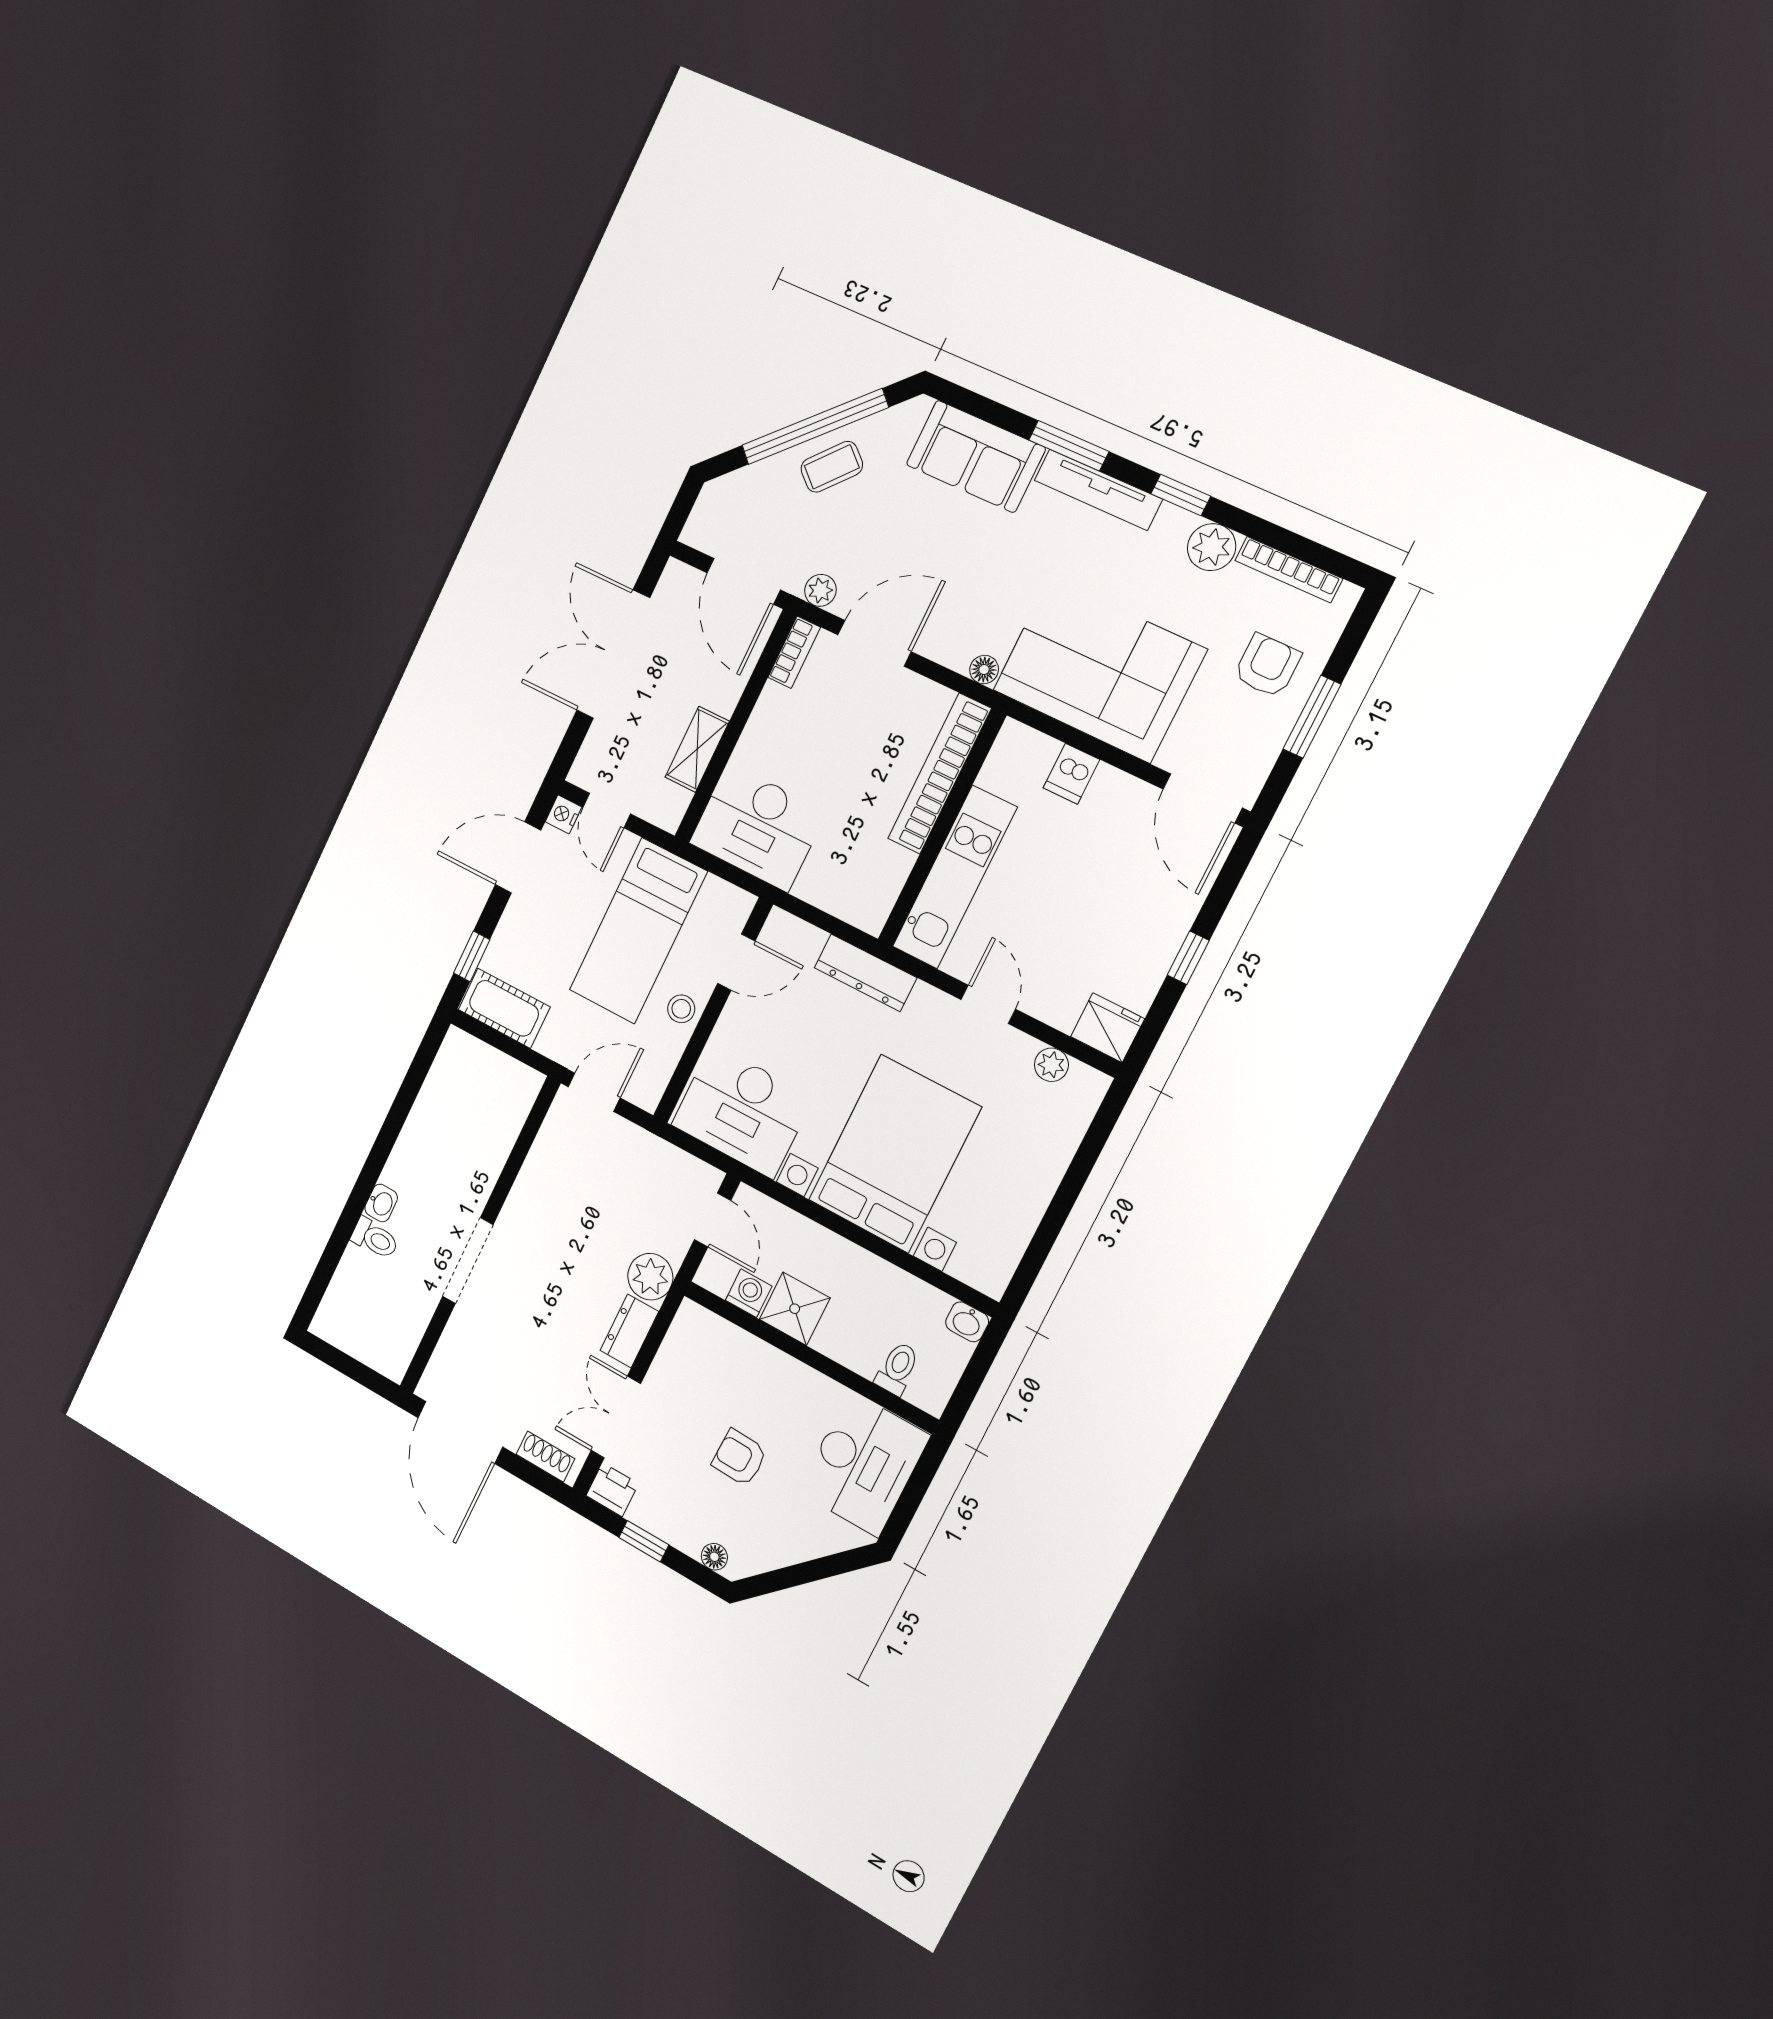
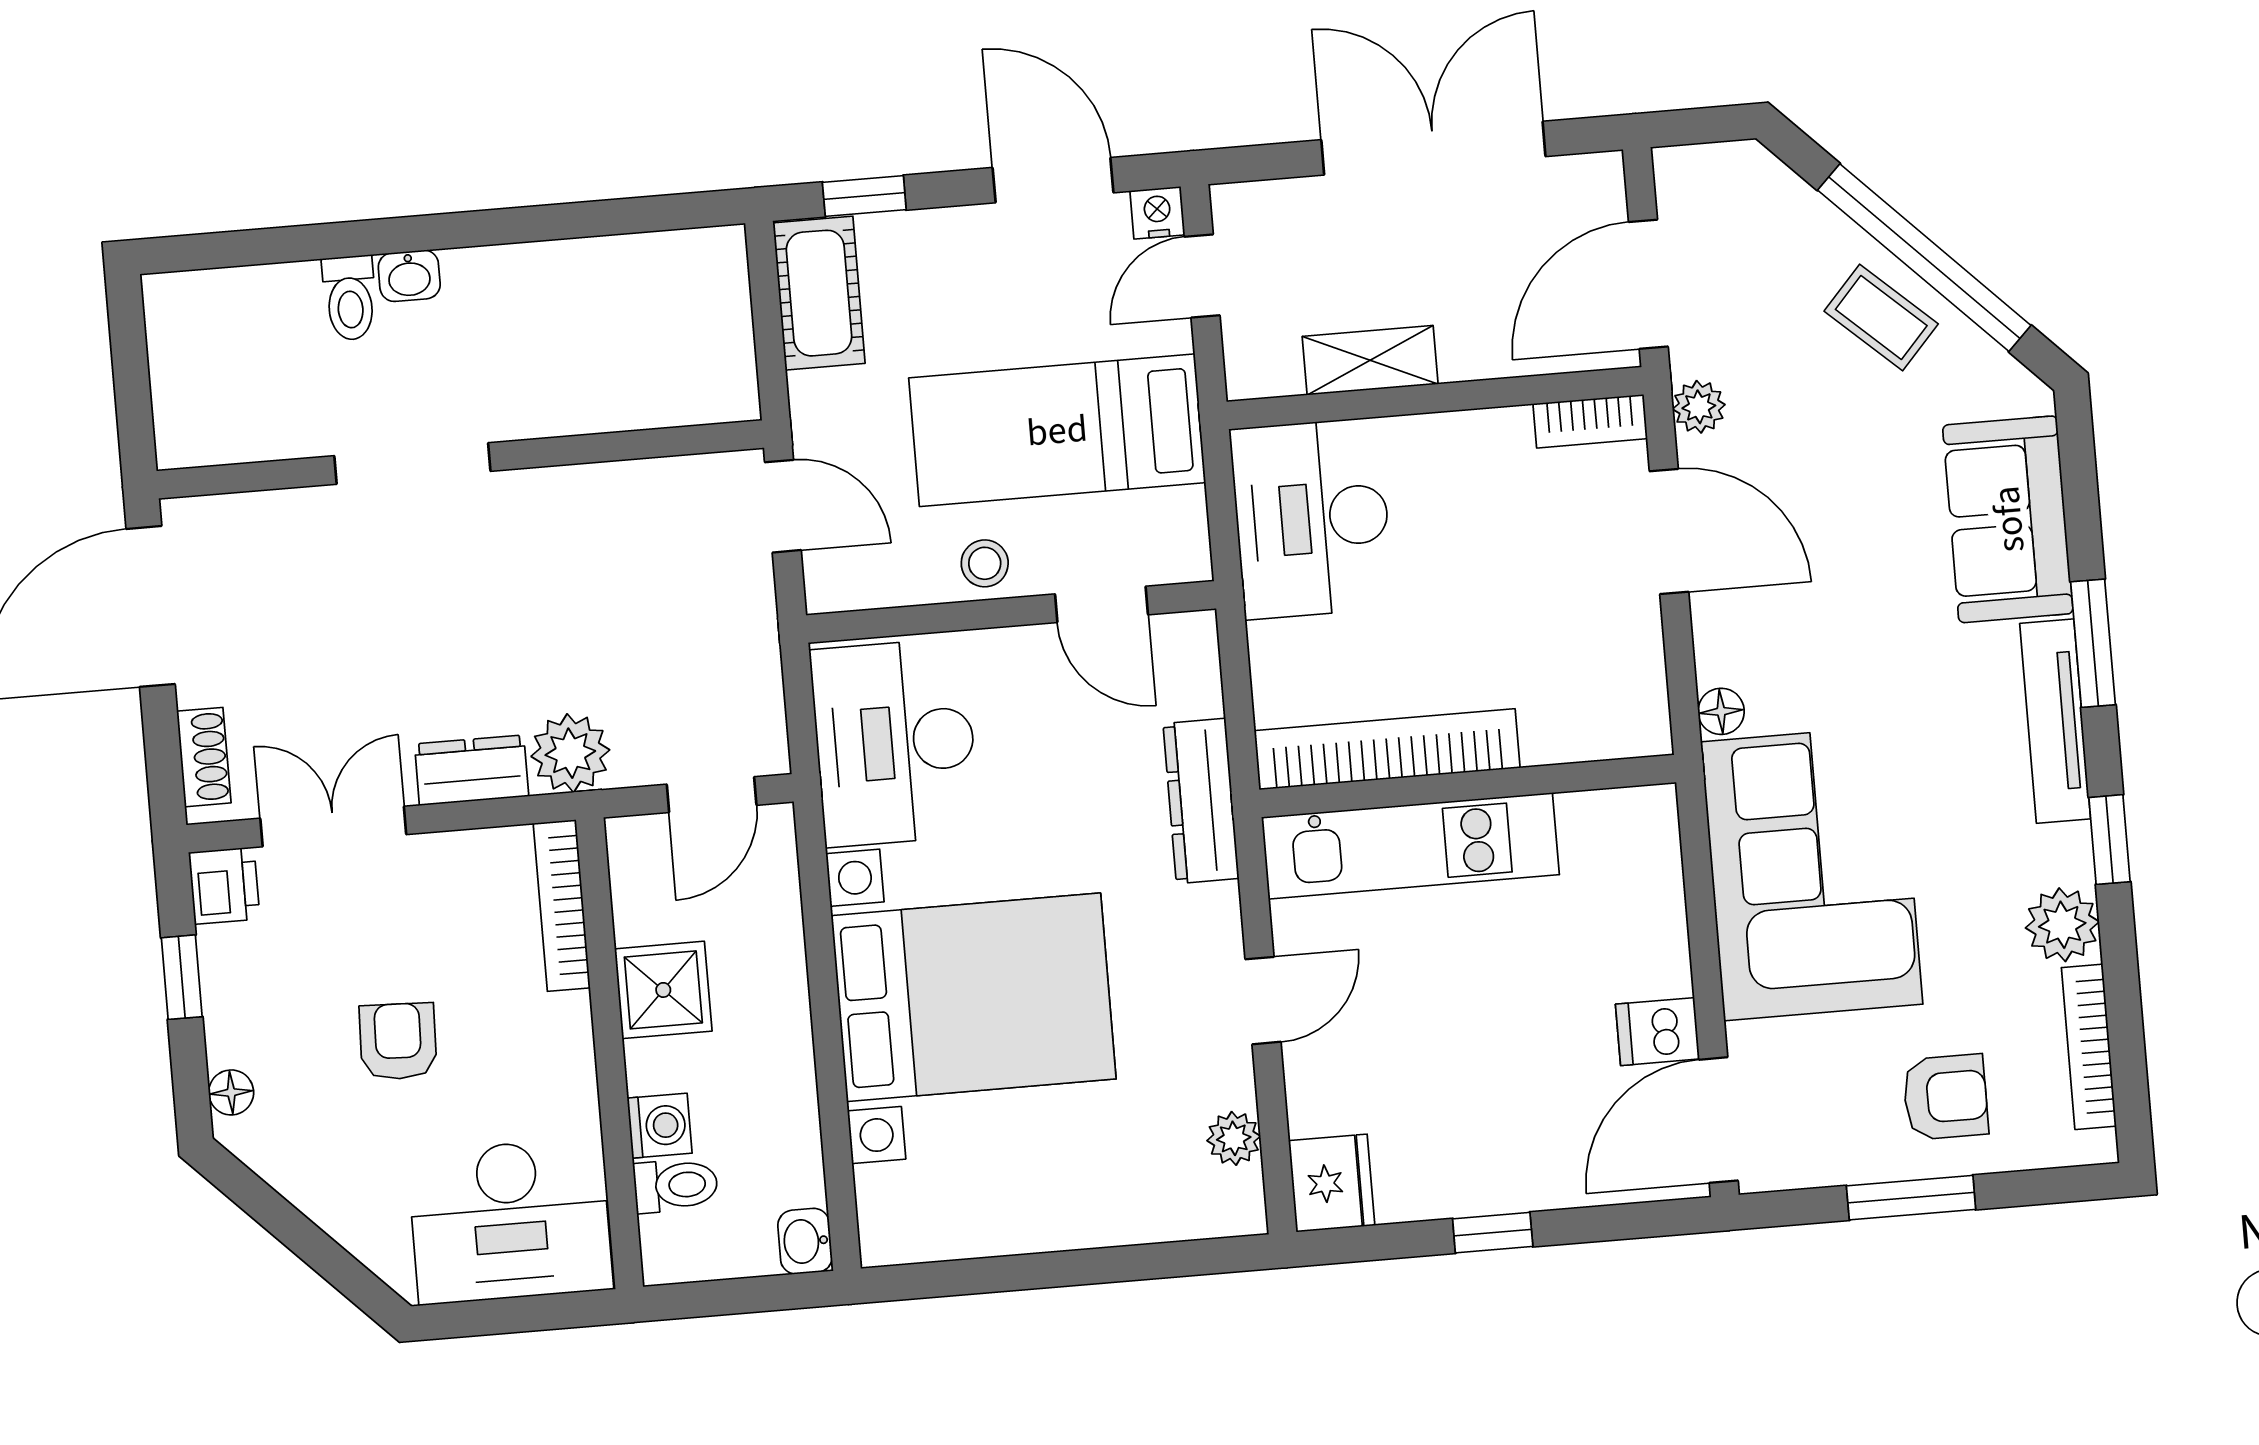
bookcase: (939, 774) -> (1387, 749), moved
dishwasher: (1071, 774) -> (1658, 1032), moved
washing machine: (749, 1293) -> (660, 1126), moved
bookcase: (722, 1331) -> (562, 906), added

